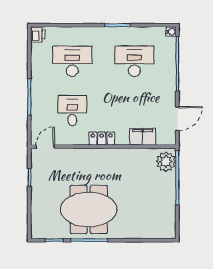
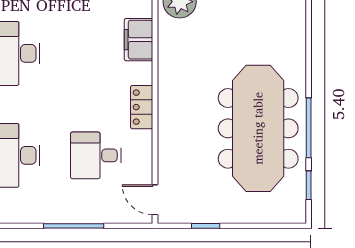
meeting table: (89, 209) -> (258, 128), width x1.36

